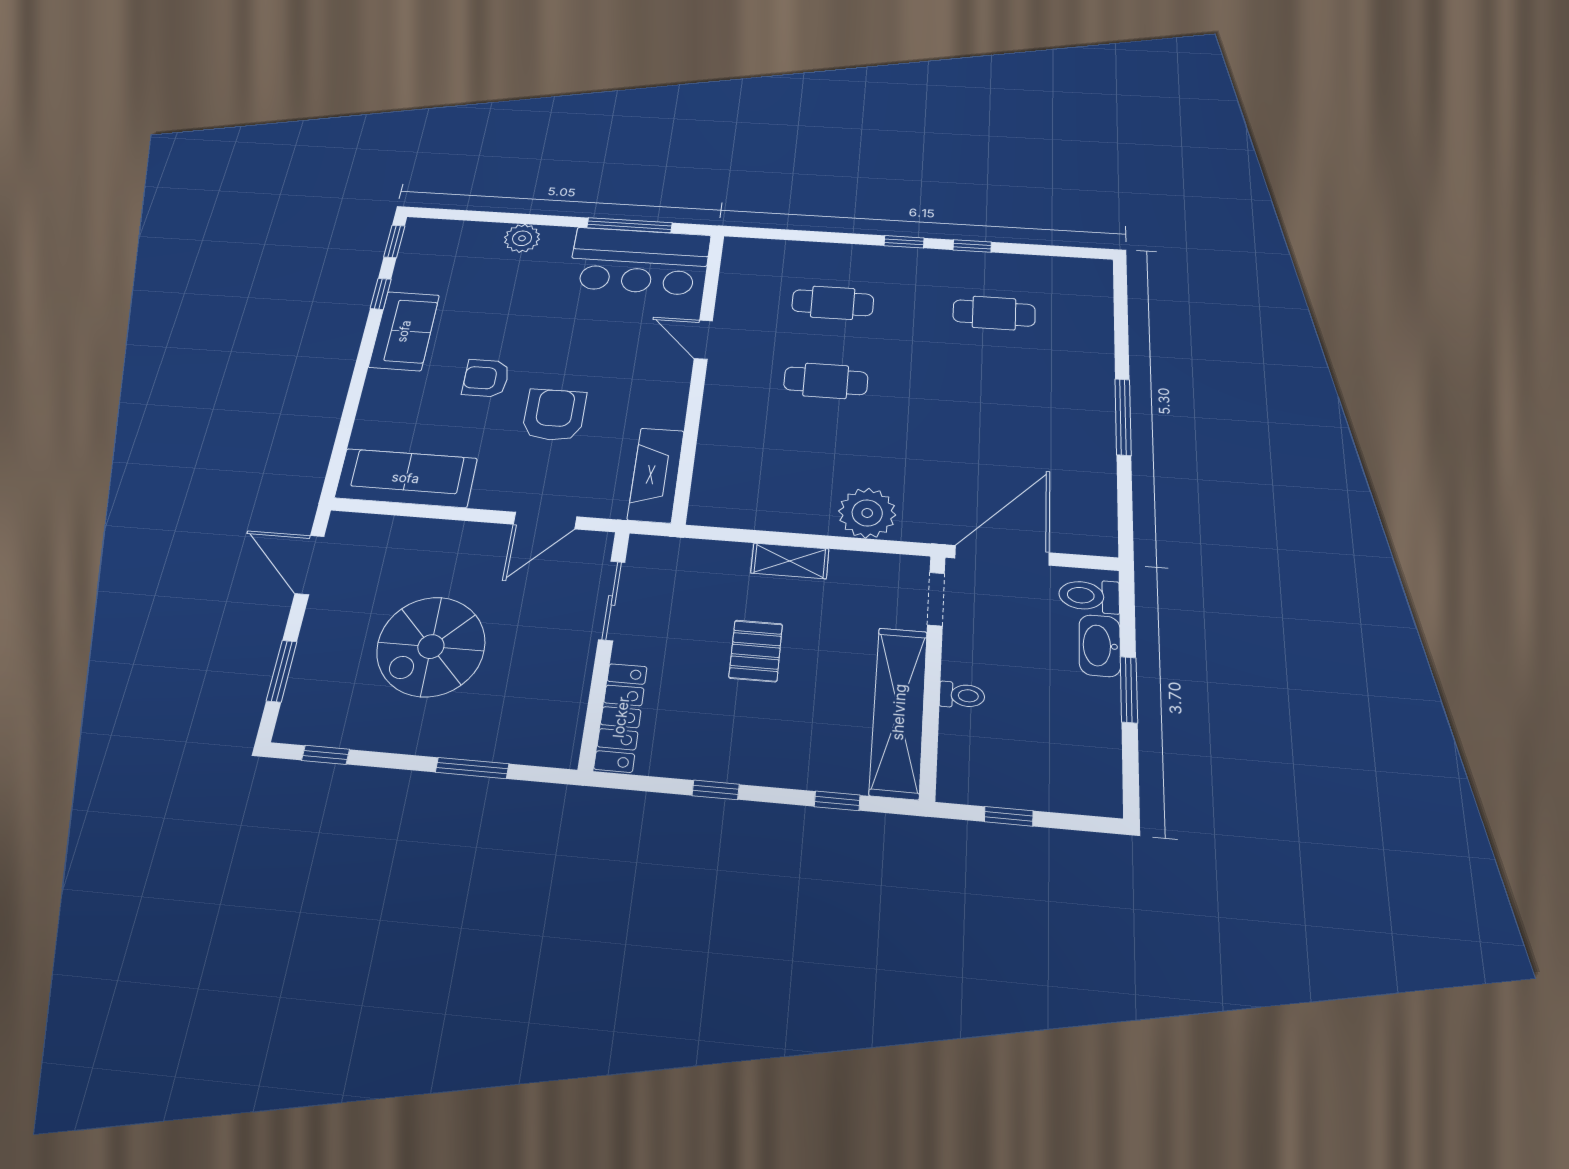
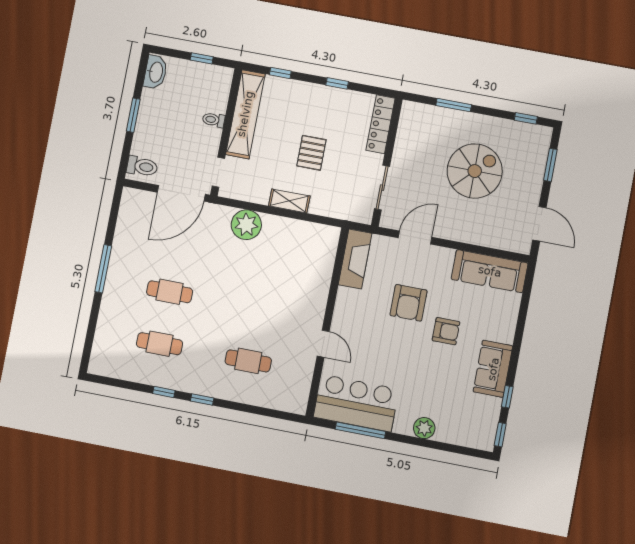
cafe table: (826, 381) -> (170, 292), moved
washbasin: (1100, 646) -> (156, 72), moved

